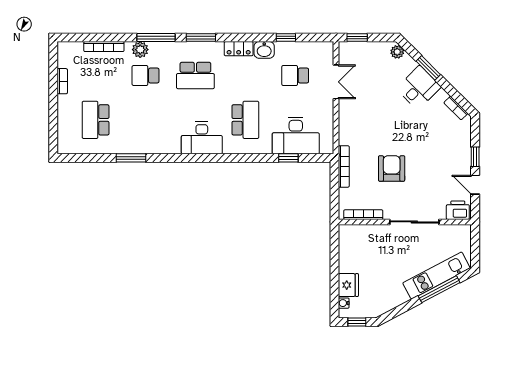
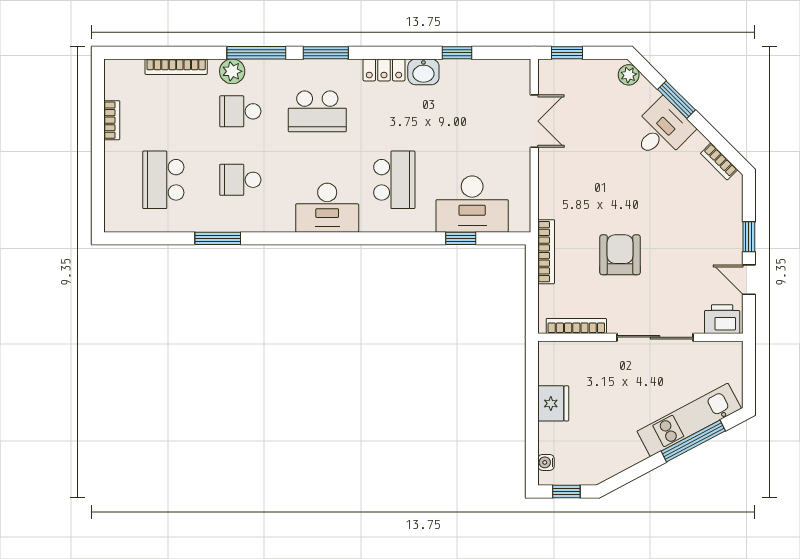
school desk: (295, 76) -> (240, 180), moved
fridge: (348, 285) -> (553, 403), moved

